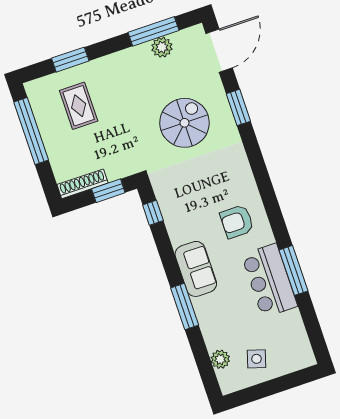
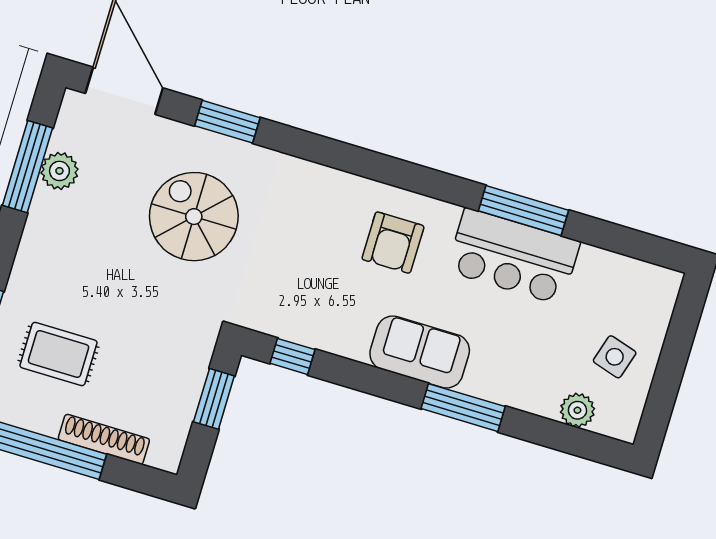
shoe rack: (83, 184) -> (104, 439), moved, turned 90

